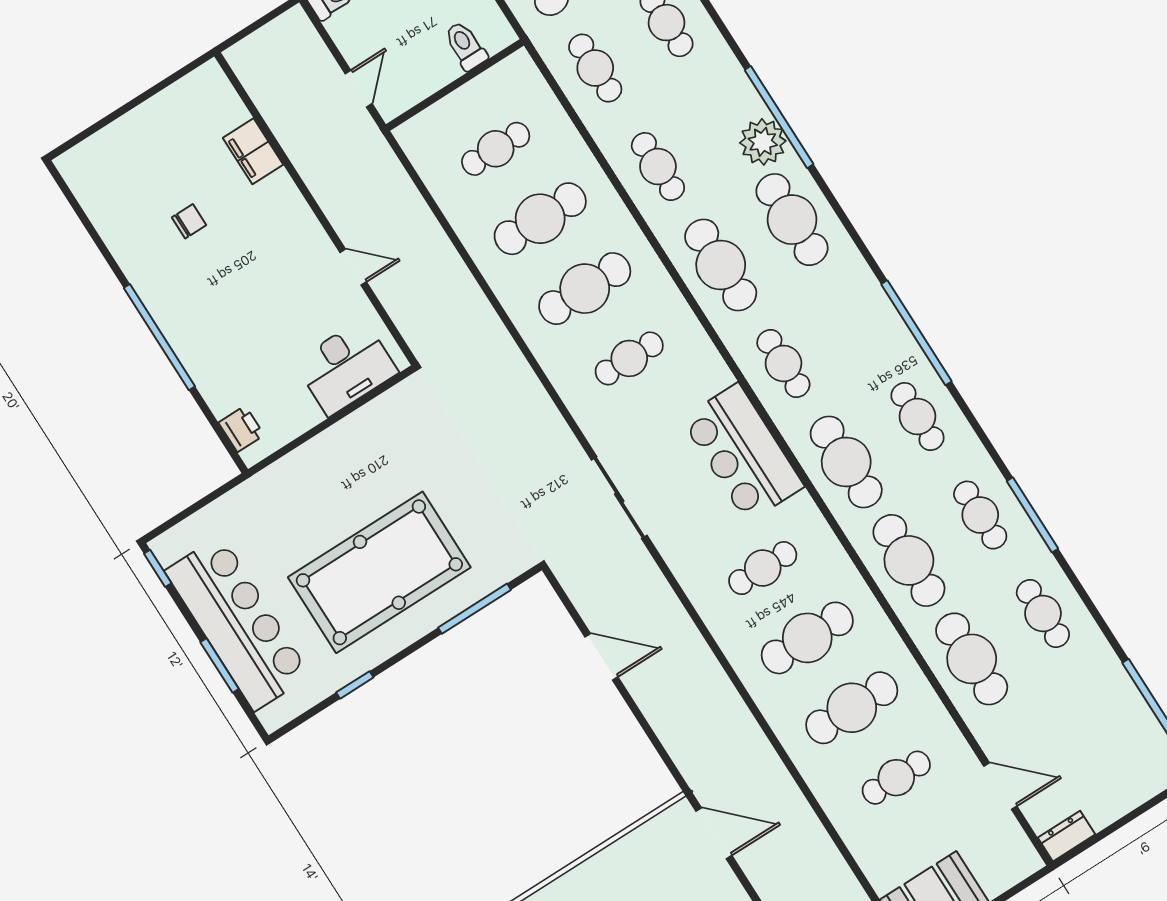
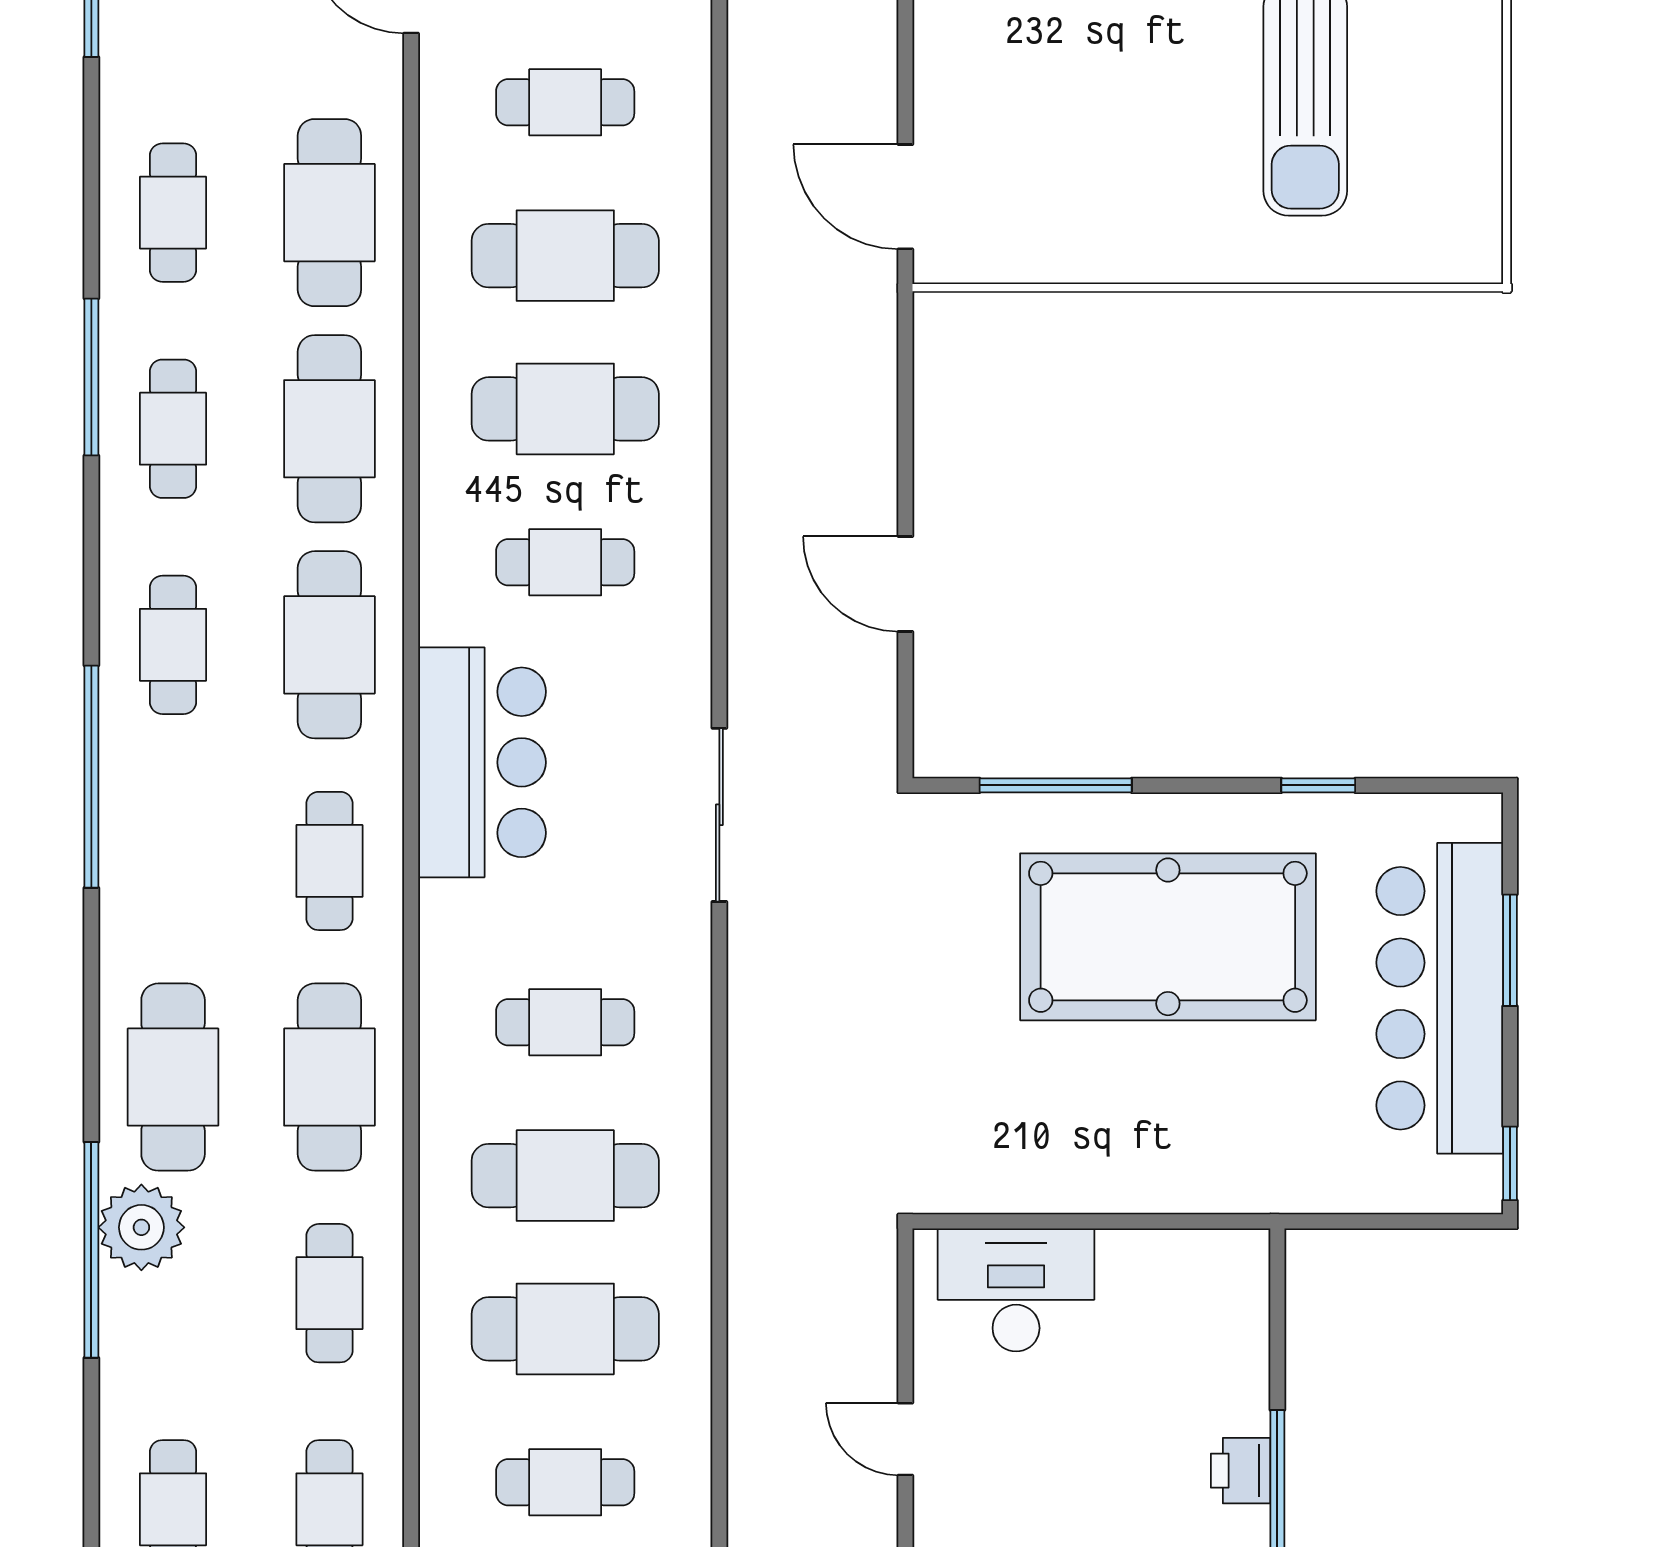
printer: (241, 429) -> (1241, 1471), moved

